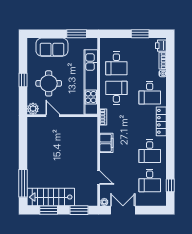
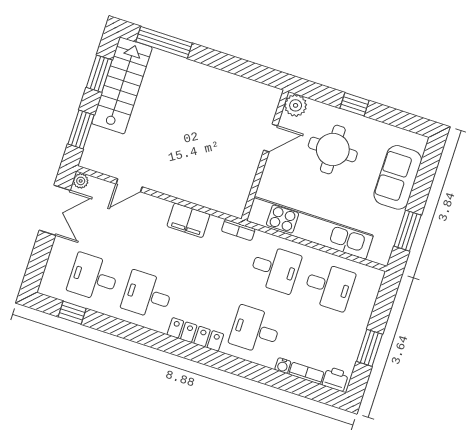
desk: (116, 63) -> (329, 286), turned 180

